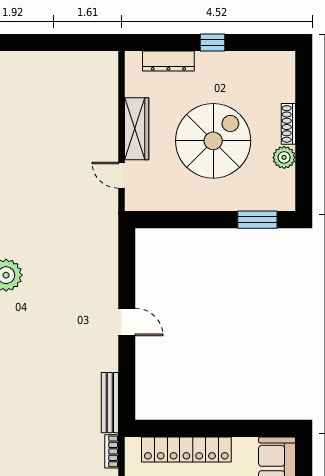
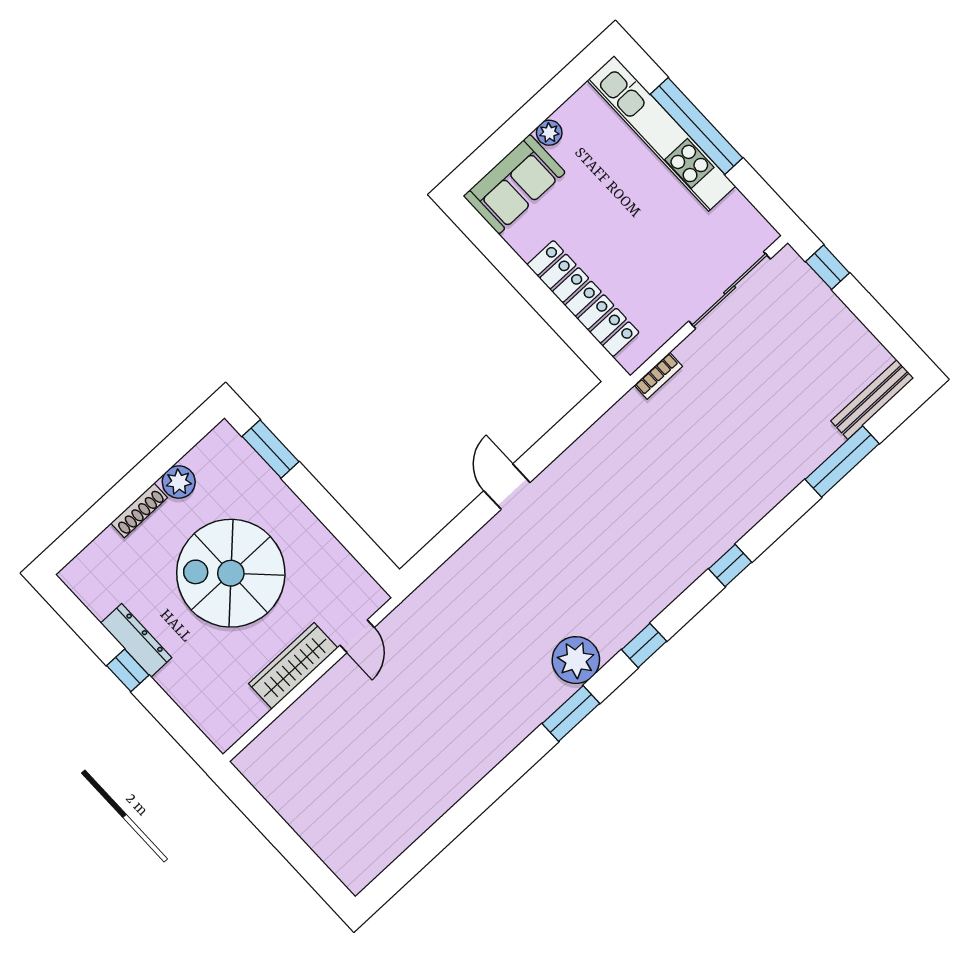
dresser: (168, 61) -> (136, 640), moved
bench: (110, 403) -> (609, 425), removed

